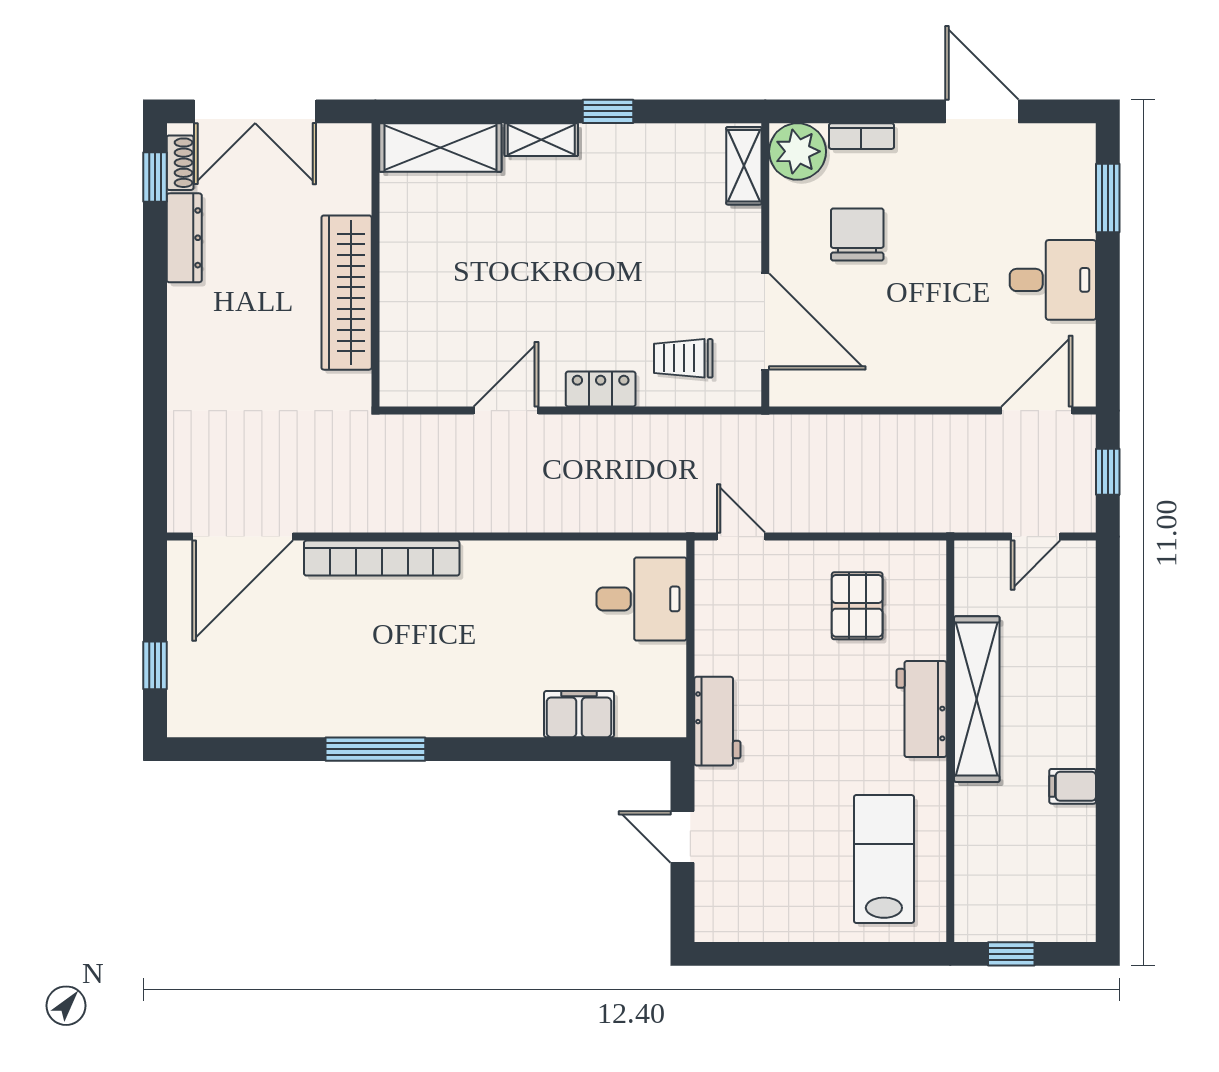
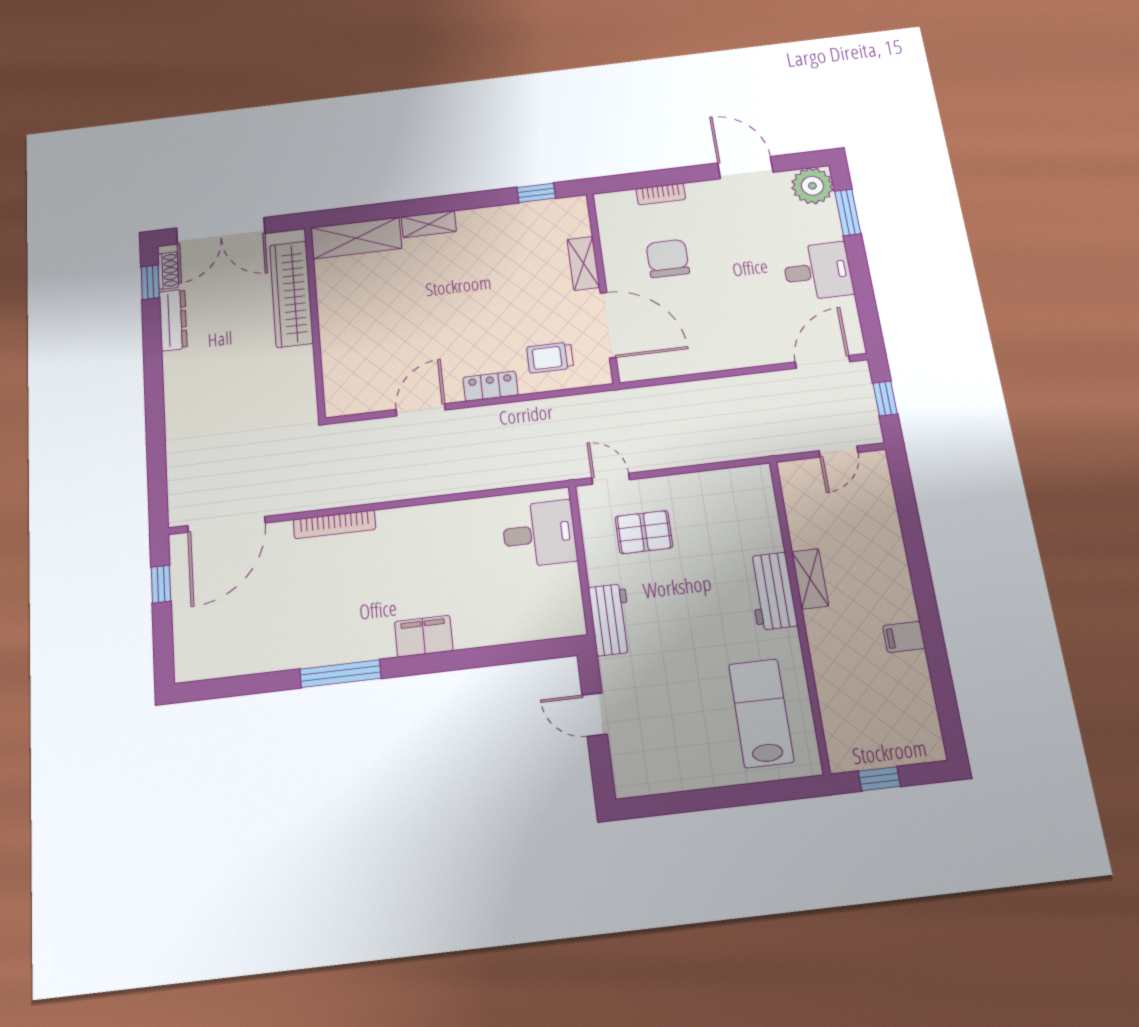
window: (608, 111) -> (536, 193), moved
plant: (798, 151) -> (812, 186), moved
shelving: (744, 166) -> (583, 263), moved
wardrobe: (347, 293) -> (291, 294), moved
bookcase: (382, 558) -> (334, 524), width x0.68, depth x0.76
pallet: (857, 606) -> (644, 532), moved, turned 90
window: (155, 665) -> (161, 584), moved
shelving: (977, 699) -> (810, 579), width x0.45, depth x0.75
filing cabinet: (579, 714) -> (424, 636), moved

